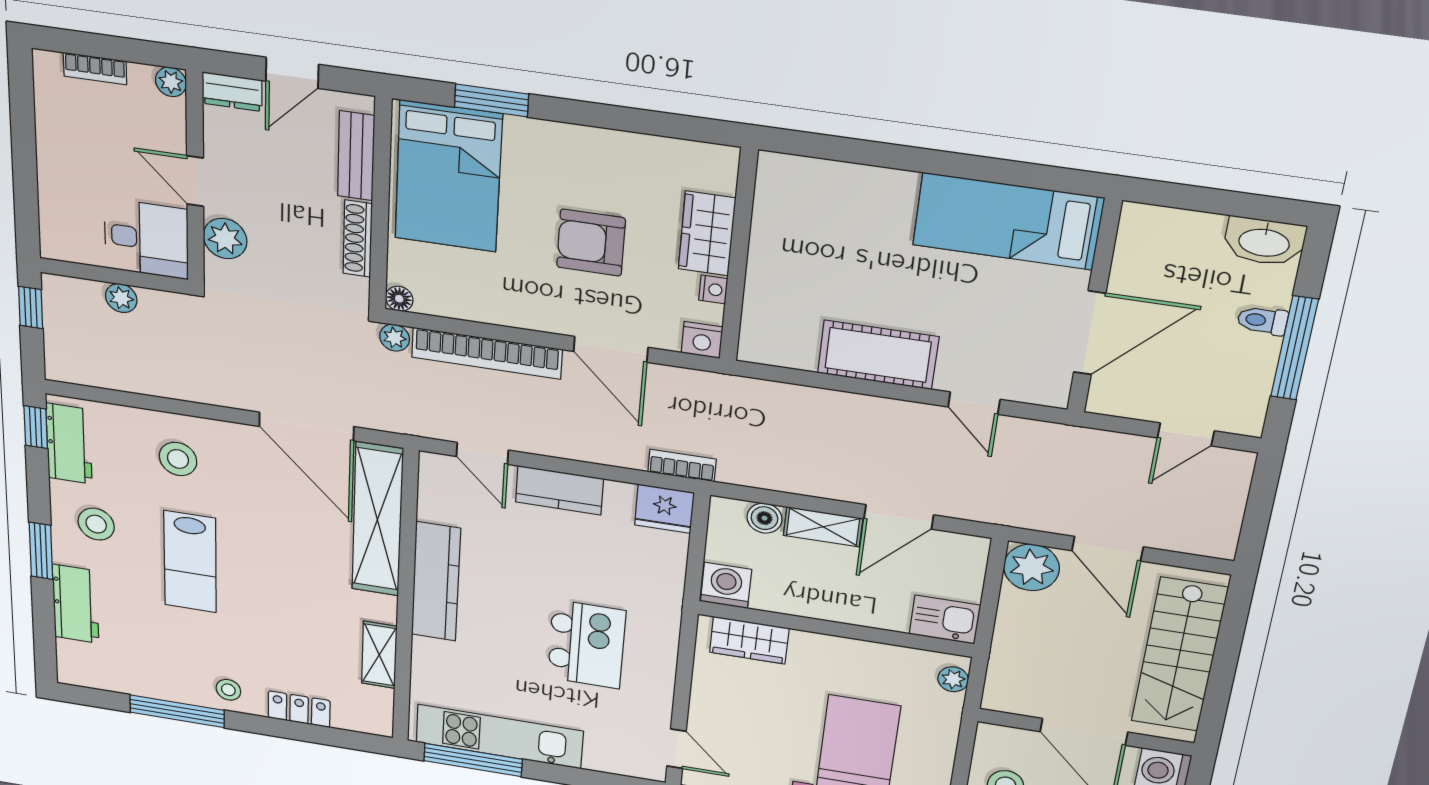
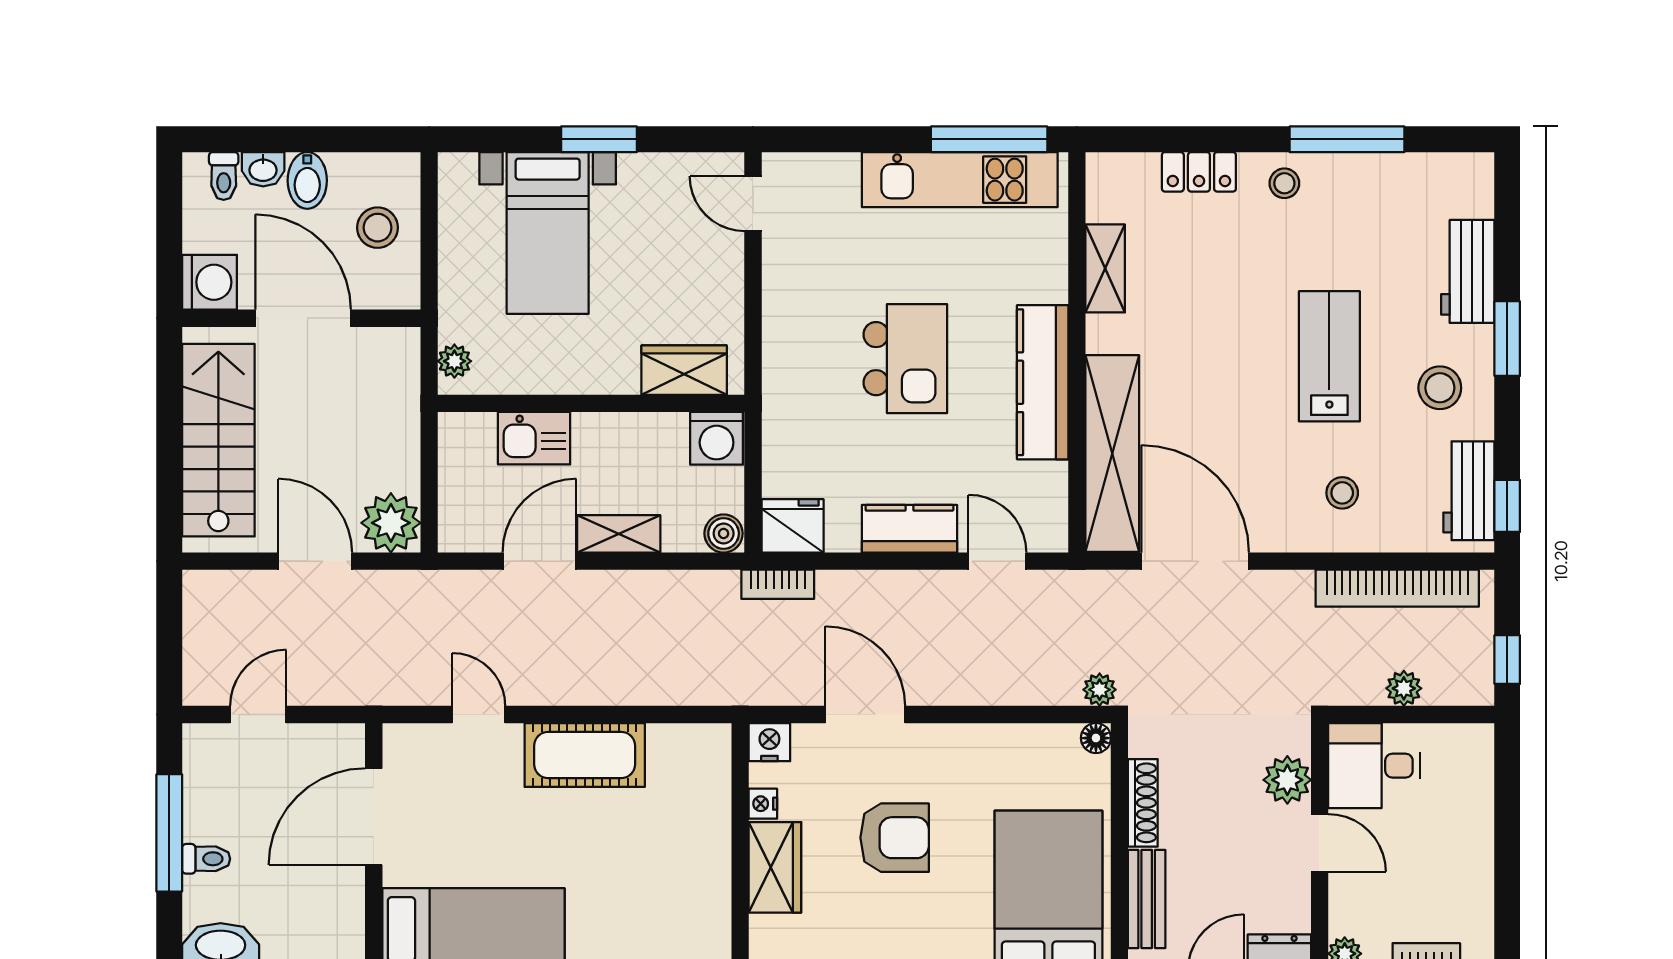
bookcase: (487, 353) -> (1397, 588), moved, turned 180
stool: (178, 459) -> (1342, 493), width x0.73, depth x0.73
boiler: (764, 518) -> (724, 533), moved
kitchen sink: (945, 620) -> (534, 438), moved
kitchen island: (586, 644) -> (905, 359), moved, turned 180

